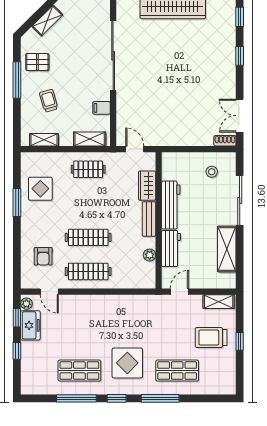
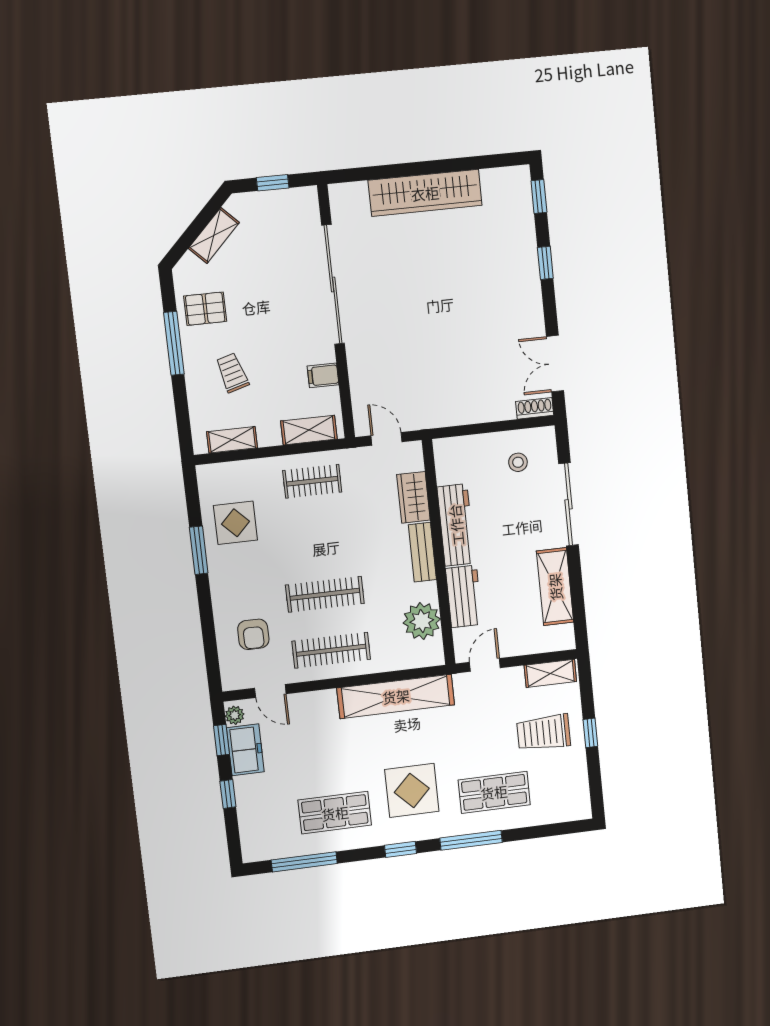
plant: (150, 255) -> (422, 621), width x1.87, depth x1.87
shelving: (124, 304) -> (396, 696), added
window: (76, 398) -> (304, 862), moved

